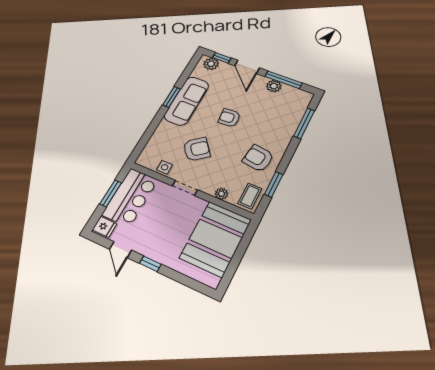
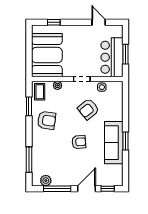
plant: (211, 64) -> (113, 180), removed
door: (247, 67) -> (87, 189), hinge flipped
plant: (274, 86) -> (46, 181), moved
fridge: (105, 227) -> (116, 31), removed
window: (150, 264) -> (54, 22), moved

